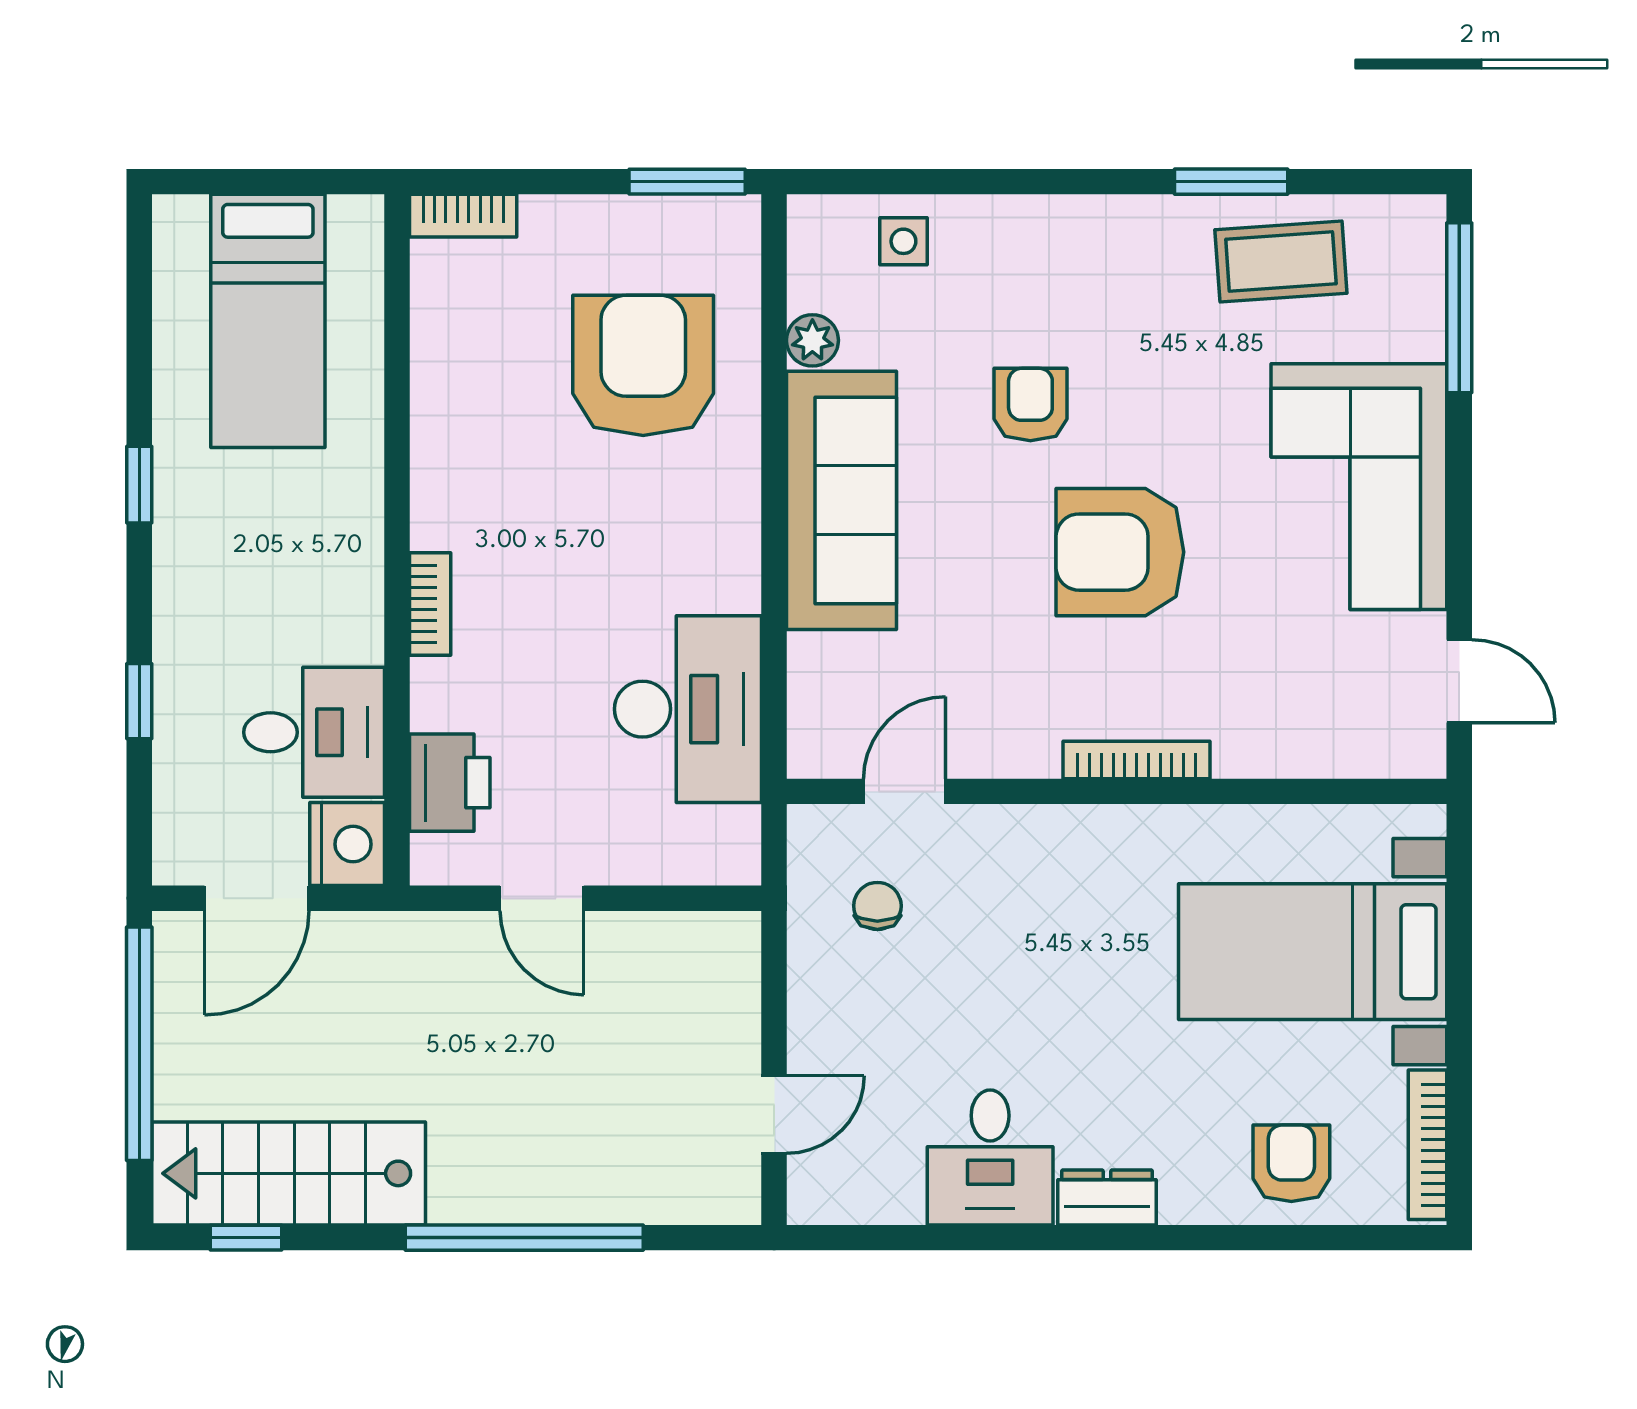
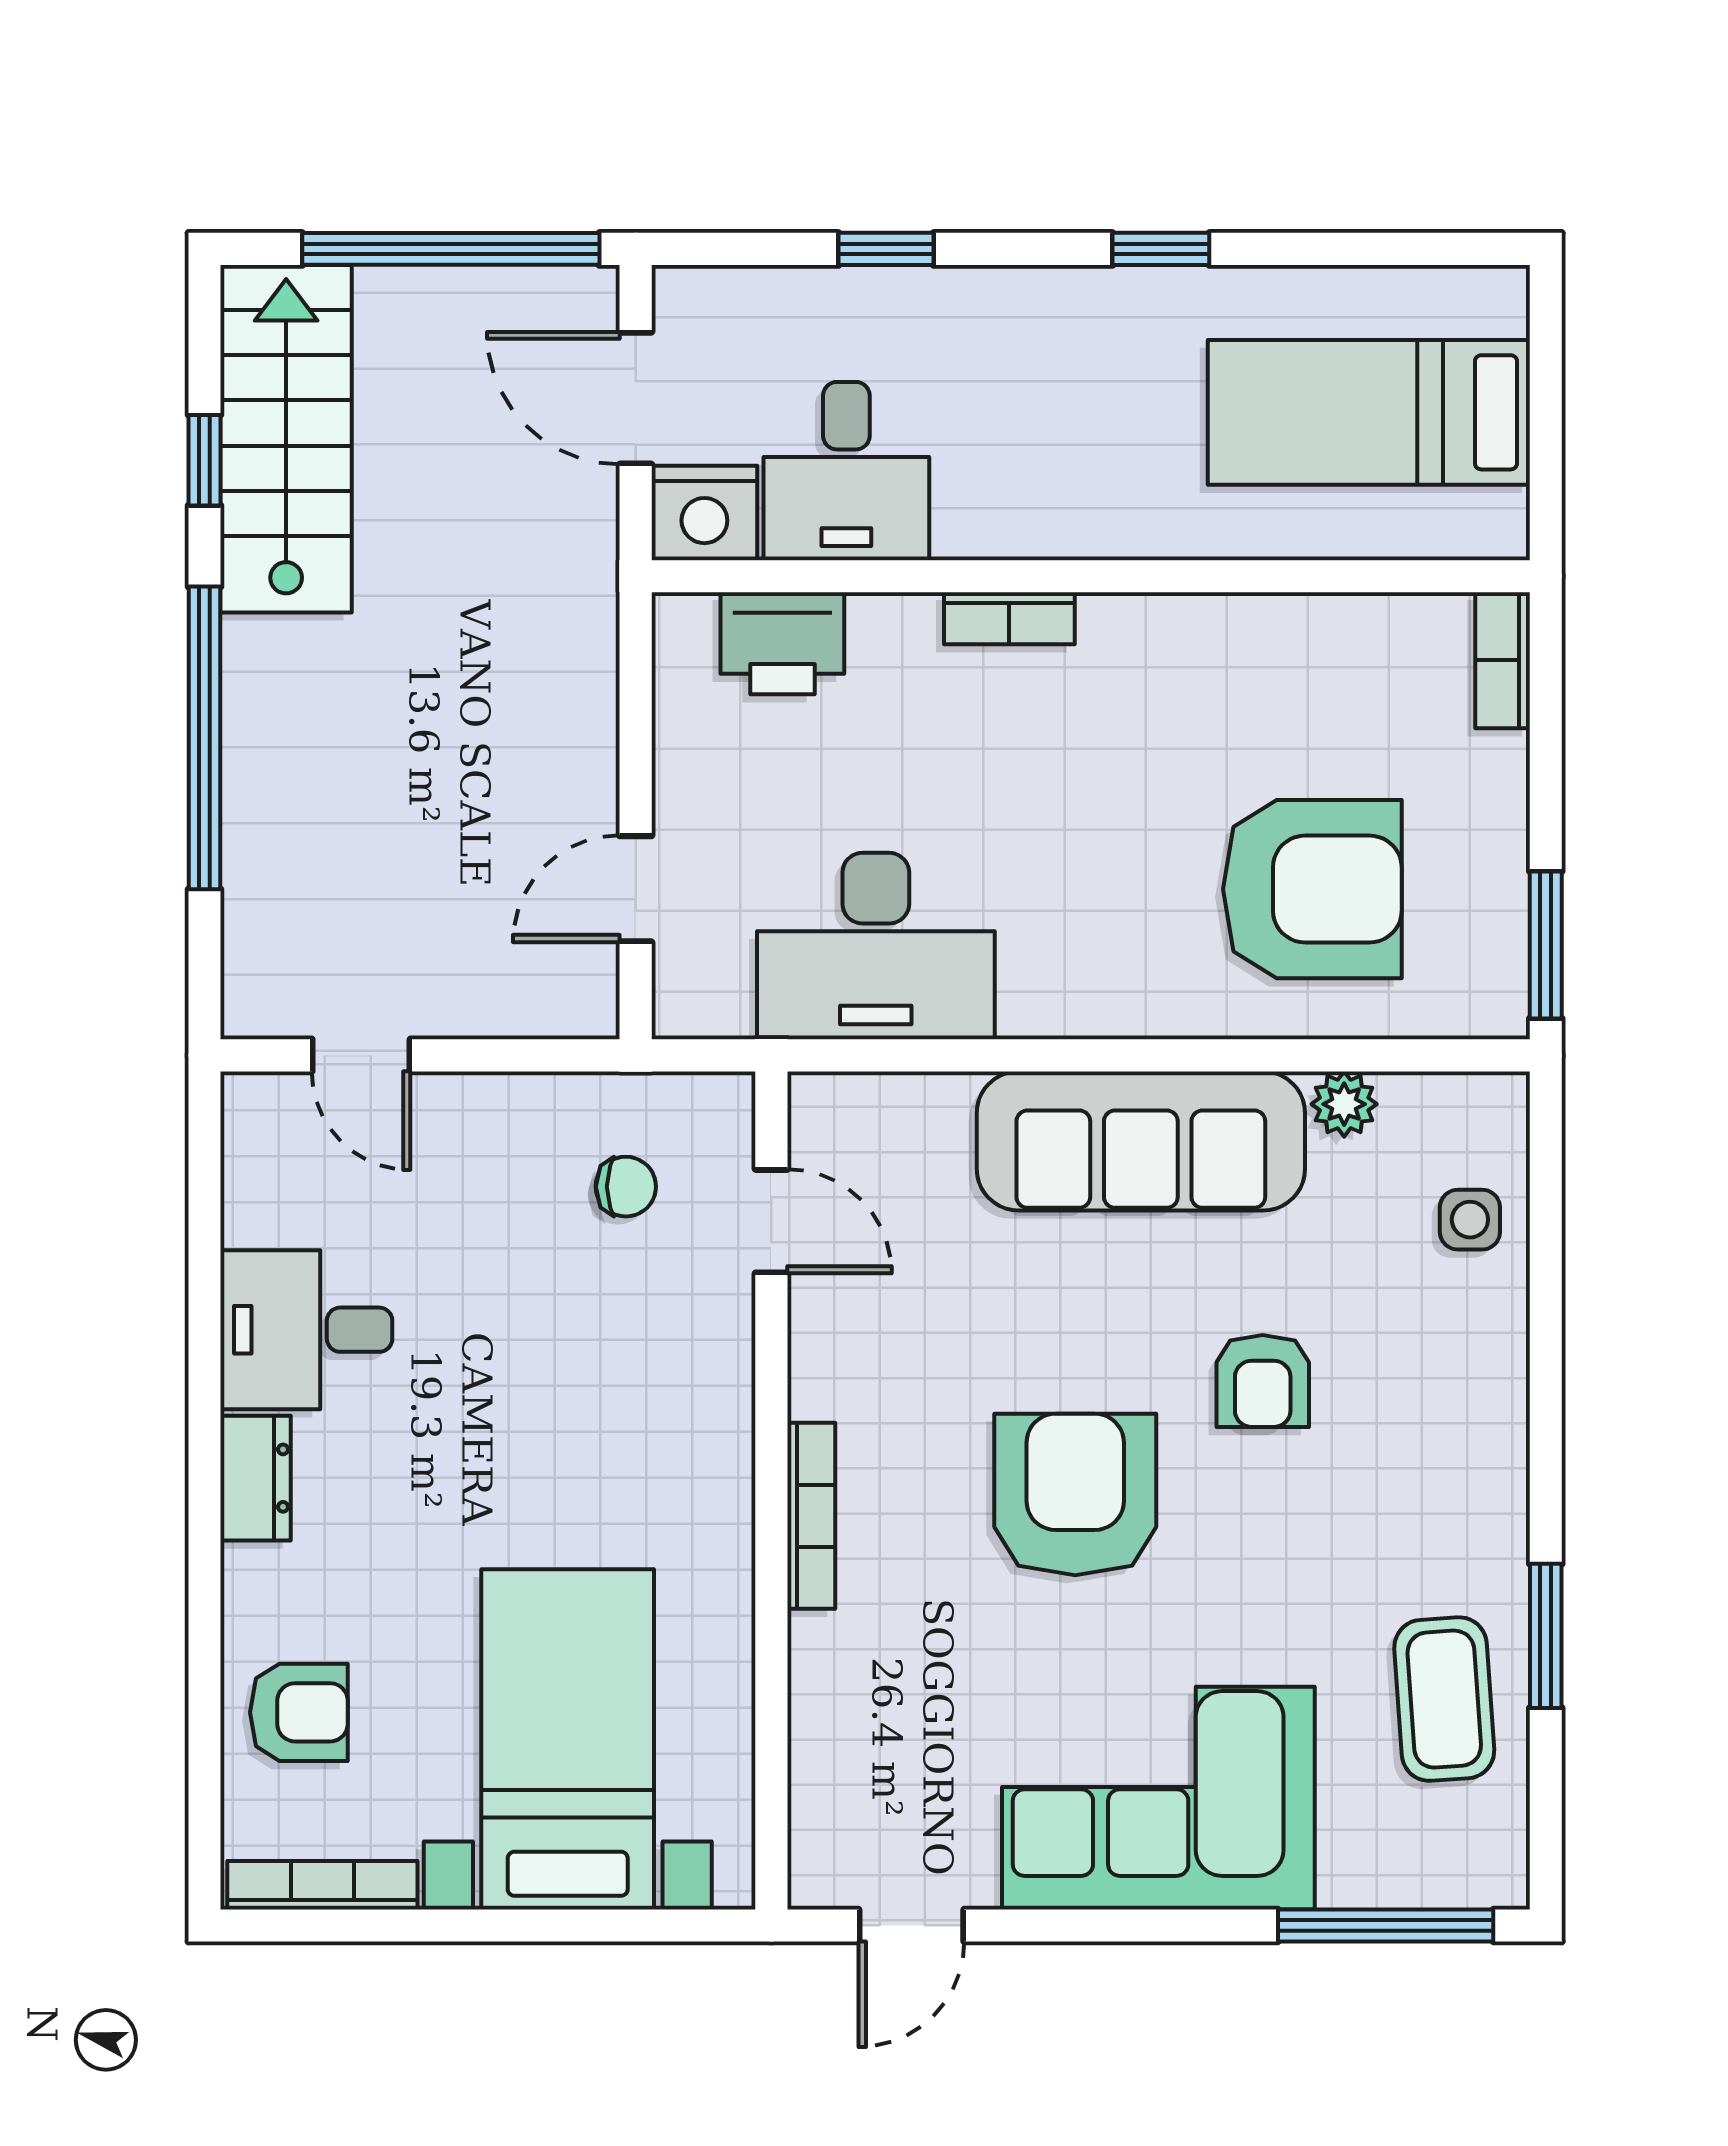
armchair: (1030, 404) -> (1263, 1381), turned 90
door: (542, 898) -> (636, 889), moved
window: (246, 1238) -> (205, 460), moved

